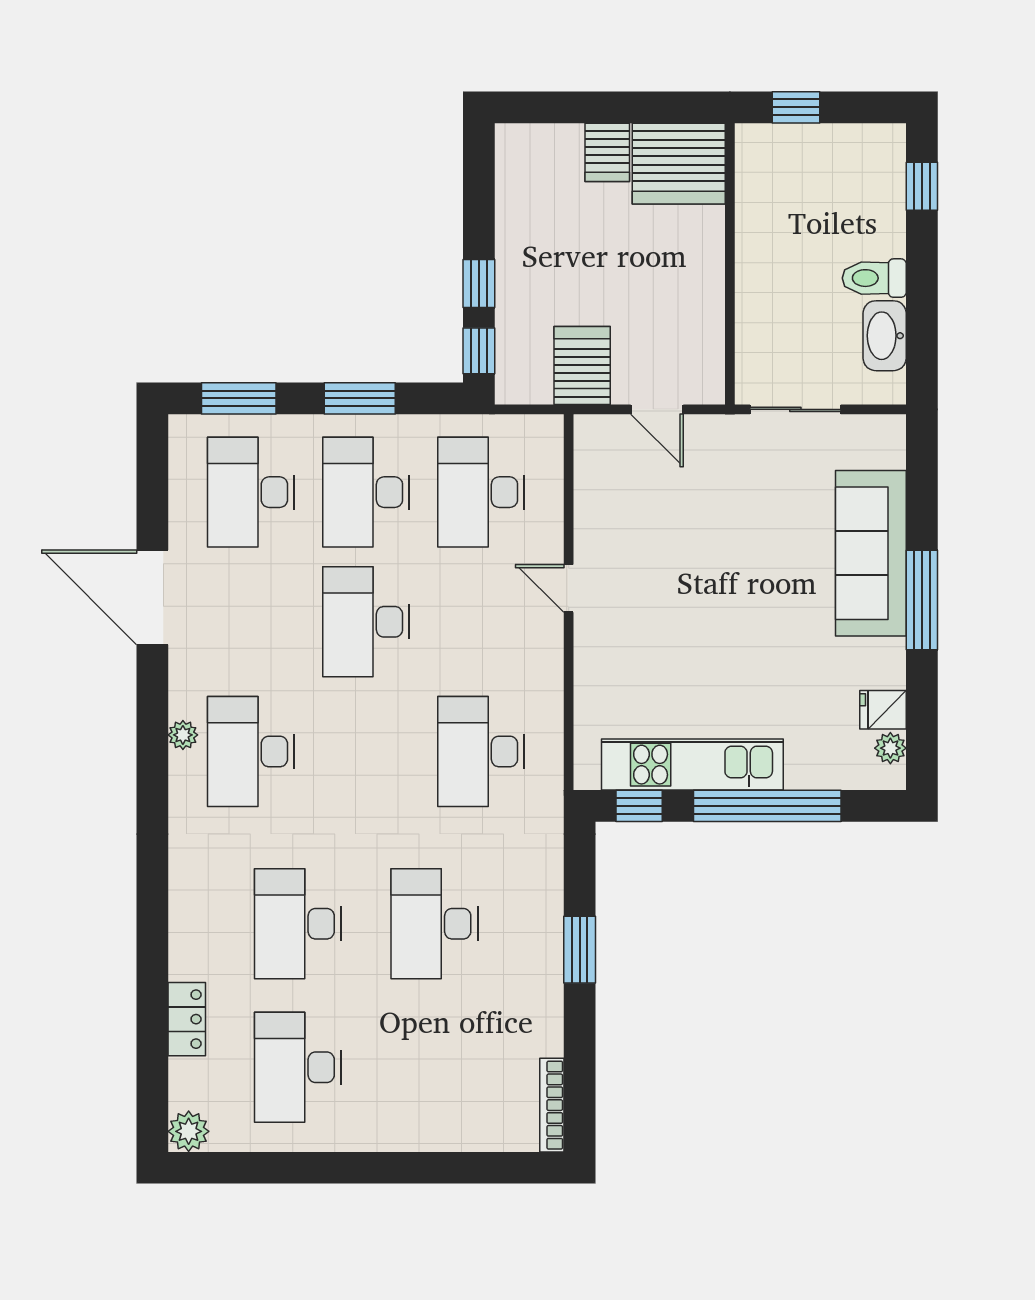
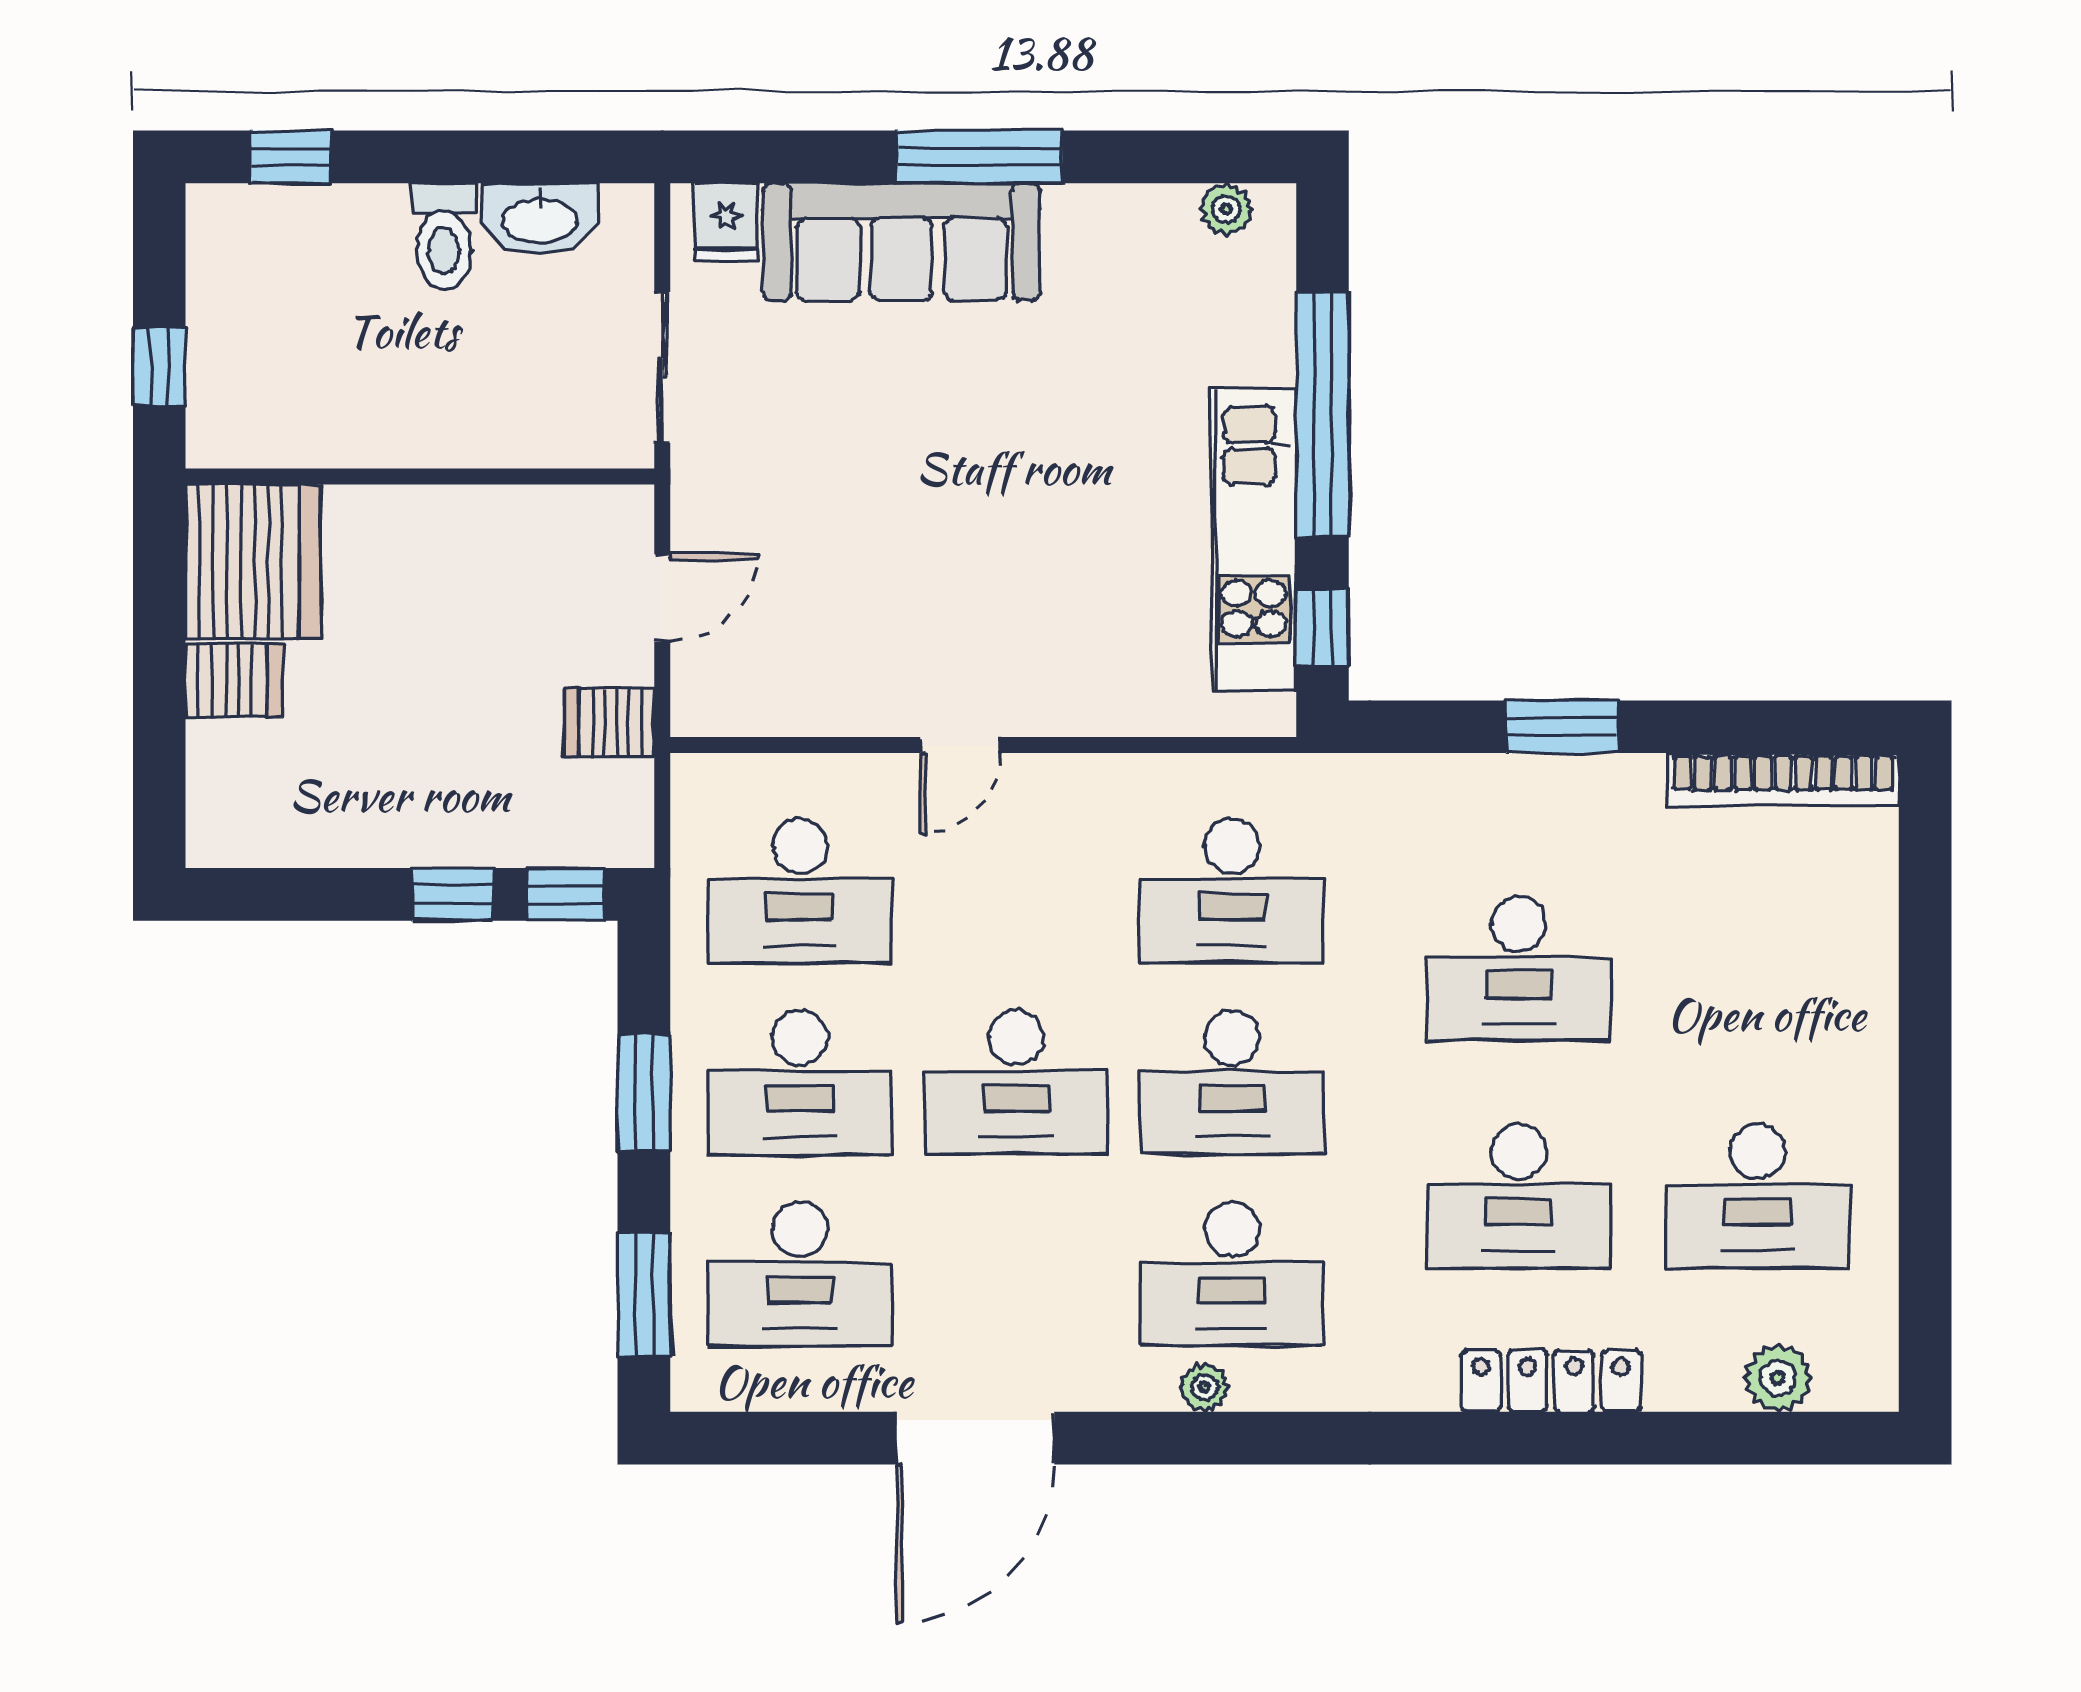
server rack: (582, 366) -> (609, 723), width x0.73, depth x0.70
fridge: (883, 710) -> (726, 222), moved
desk: (366, 751) -> (1232, 1082), added
locker: (187, 1019) -> (1551, 1381), moved, width x1.53
bookcase: (552, 1105) -> (1783, 779), width x1.48, depth x1.31
plant: (189, 1131) -> (1778, 1378), moved

